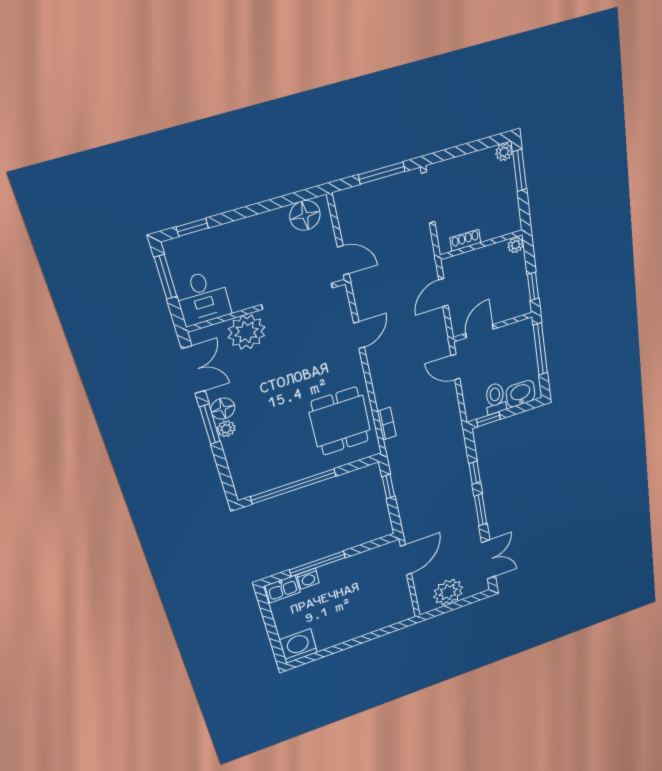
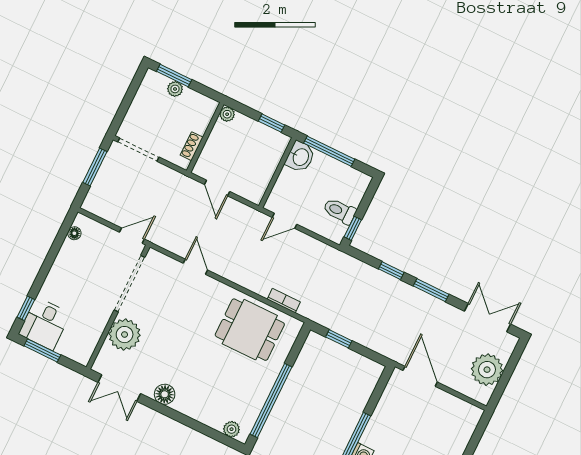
plant: (504, 152) -> (175, 89), moved
floor lamp: (305, 215) -> (74, 233), width x0.53, depth x0.53
desk: (203, 298) -> (45, 324), moved, turned 90
door: (479, 331) -> (272, 184), removed
double door: (193, 370) -> (119, 388), swing flipped
washbasin: (520, 394) -> (300, 157), moved, turned 180
window: (210, 424) -> (168, 412), removed
plant: (226, 429) -> (231, 429), moved

